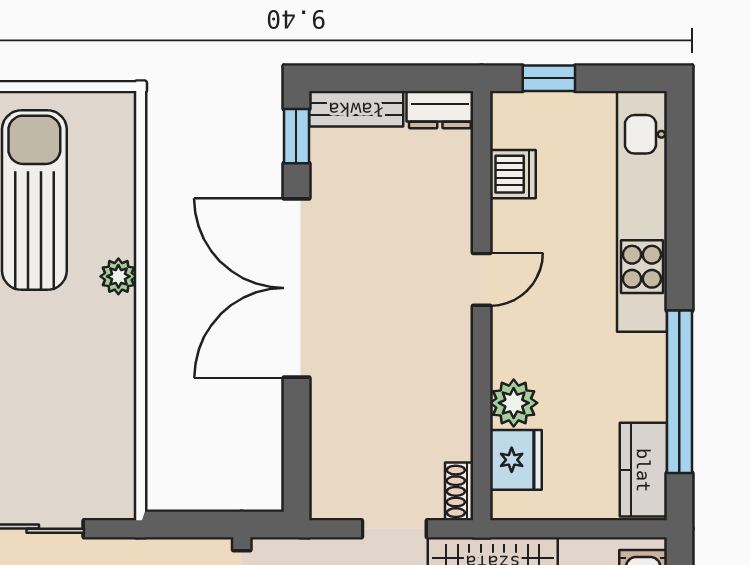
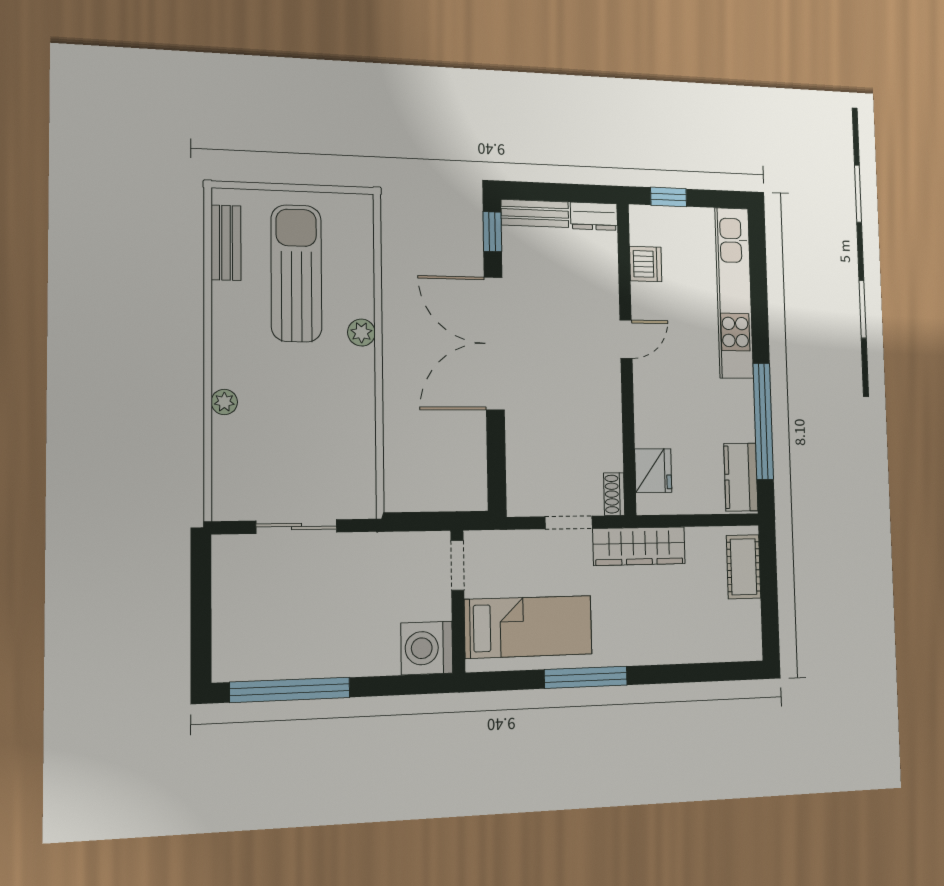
plant: (514, 403) -> (651, 429), removed

